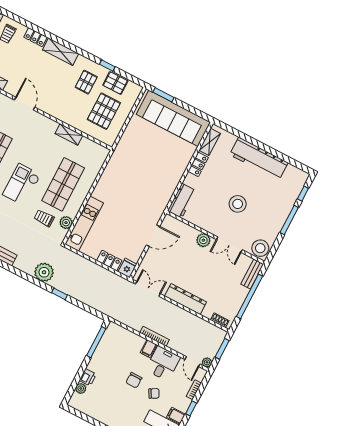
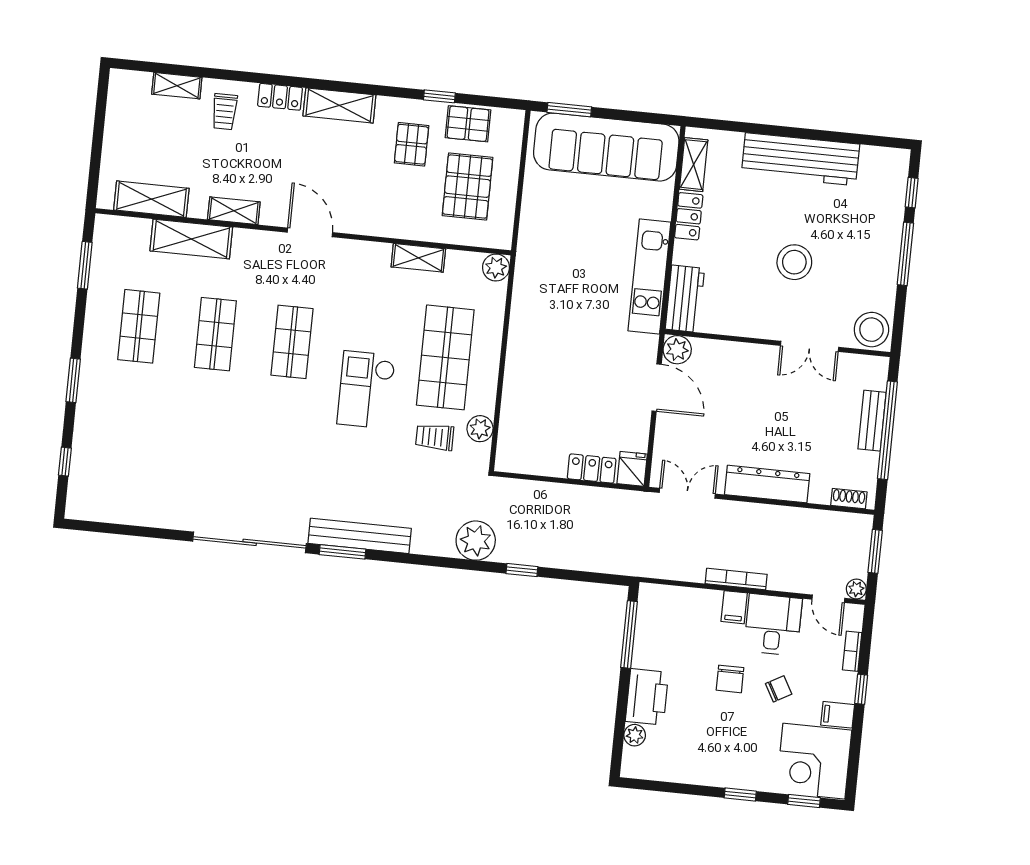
plant: (102, 153) -> (496, 267), added
kitchen unit: (84, 224) -> (649, 276), moved, turned 180
door: (153, 236) -> (657, 388), hinge flipped
plant: (203, 240) -> (677, 350), moved
bench: (252, 274) -> (872, 421), moved
printer: (88, 377) -> (647, 697), width x1.87, depth x1.48

